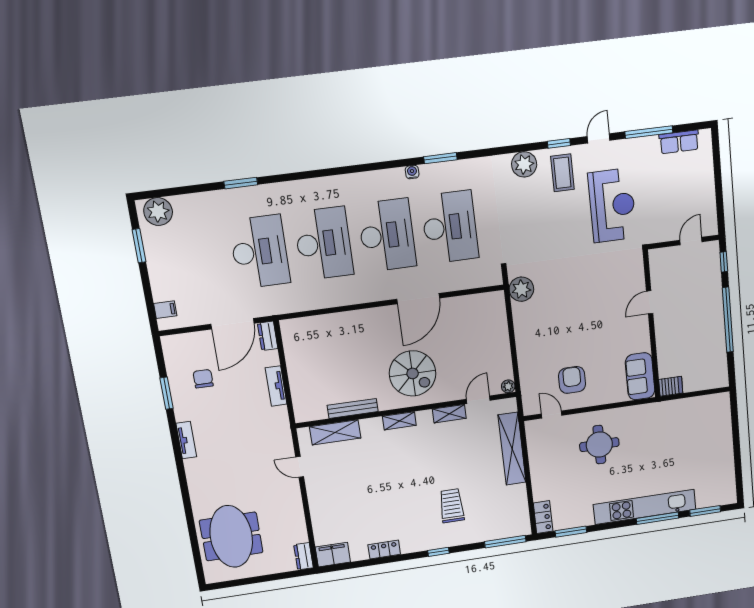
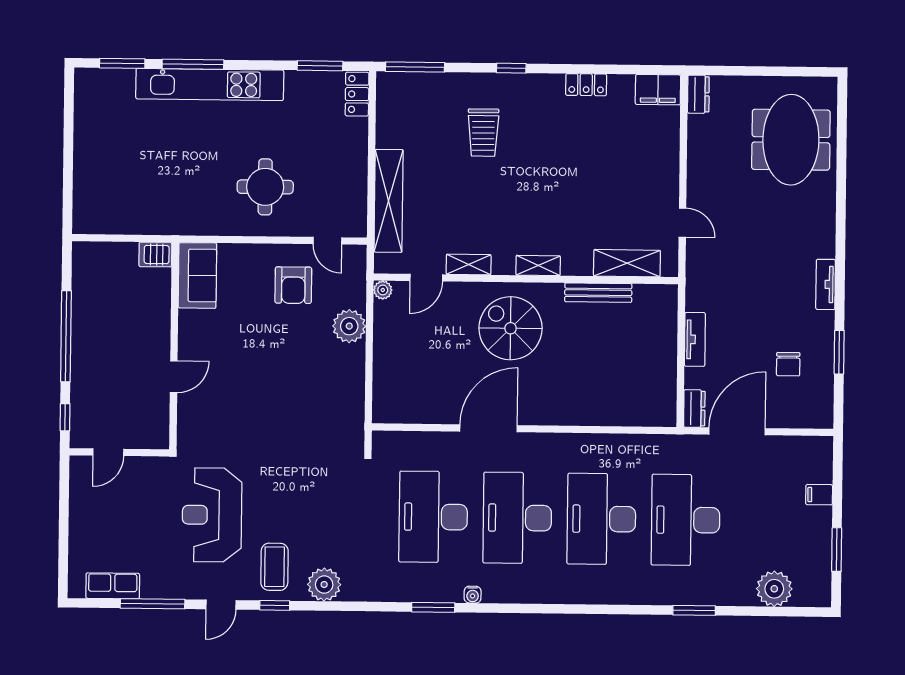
plant: (158, 212) -> (774, 589), moved
plant: (521, 289) -> (349, 326), moved
filing cabinet: (165, 310) -> (819, 495), moved

